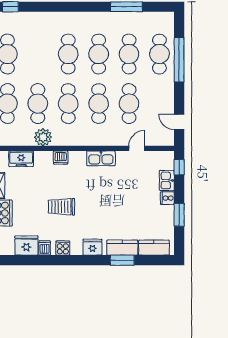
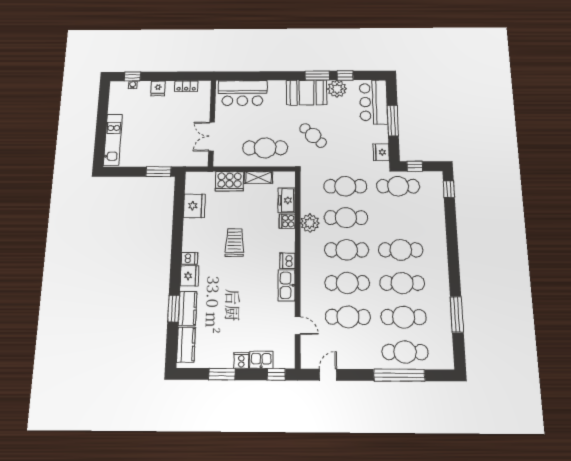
dishwasher: (61, 158) -> (288, 261), moved
dishwasher: (45, 248) -> (189, 258), moved
cooker: (63, 248) -> (287, 221), moved, turned 180

